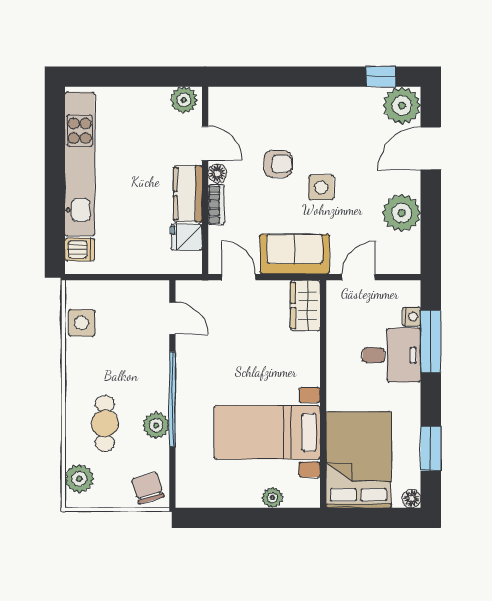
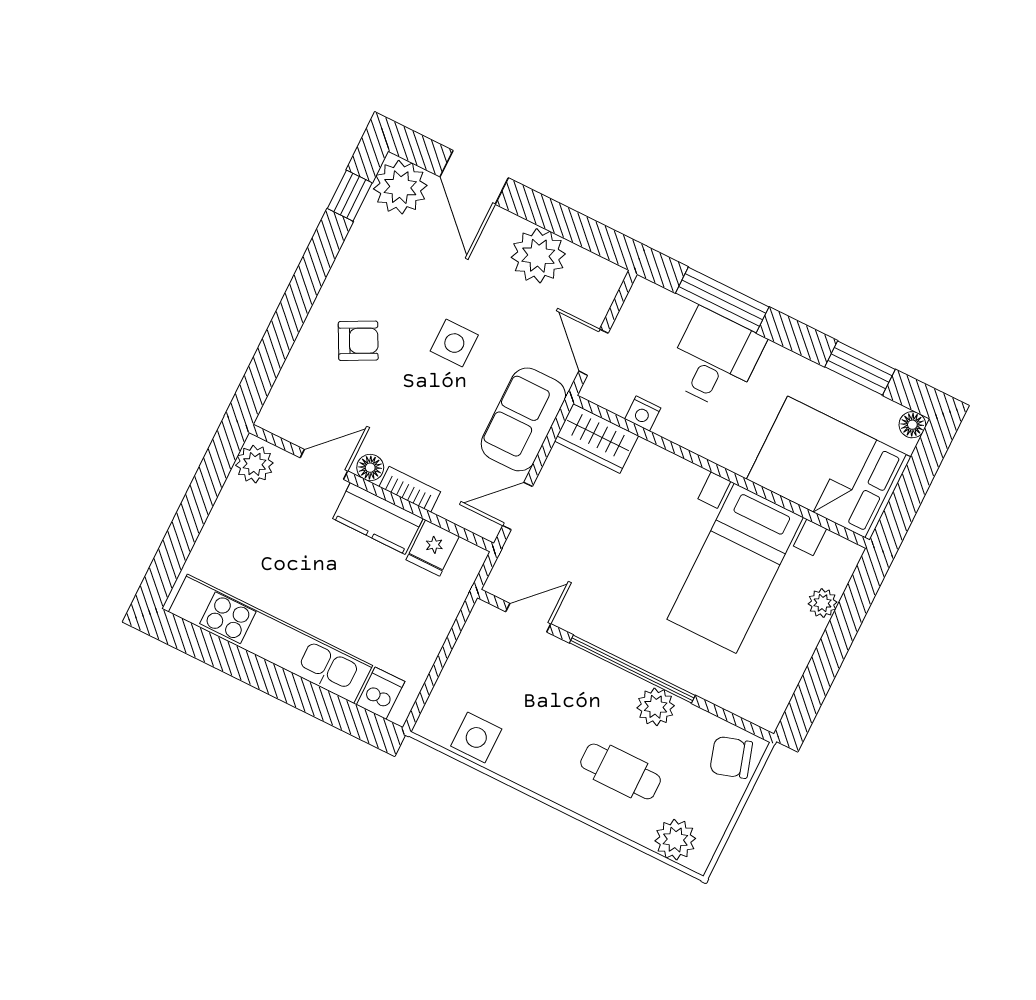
armchair: (278, 164) -> (358, 341), moved, turned 63
nightstand: (412, 317) -> (643, 414), moved, turned 180

